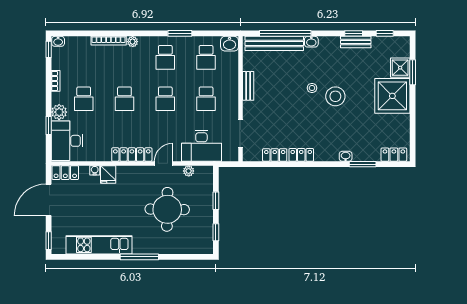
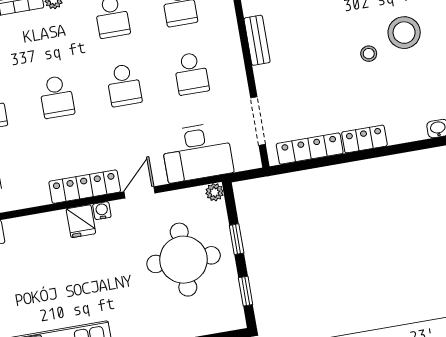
stool: (312, 88) -> (369, 54), moved
locker: (275, 155) -> (310, 149), width x1.53
water cooler: (95, 170) -> (102, 211), moved
plant: (189, 171) -> (215, 192), moved
fridge: (108, 174) -> (81, 221), moved
round table: (167, 209) -> (184, 260), moved

